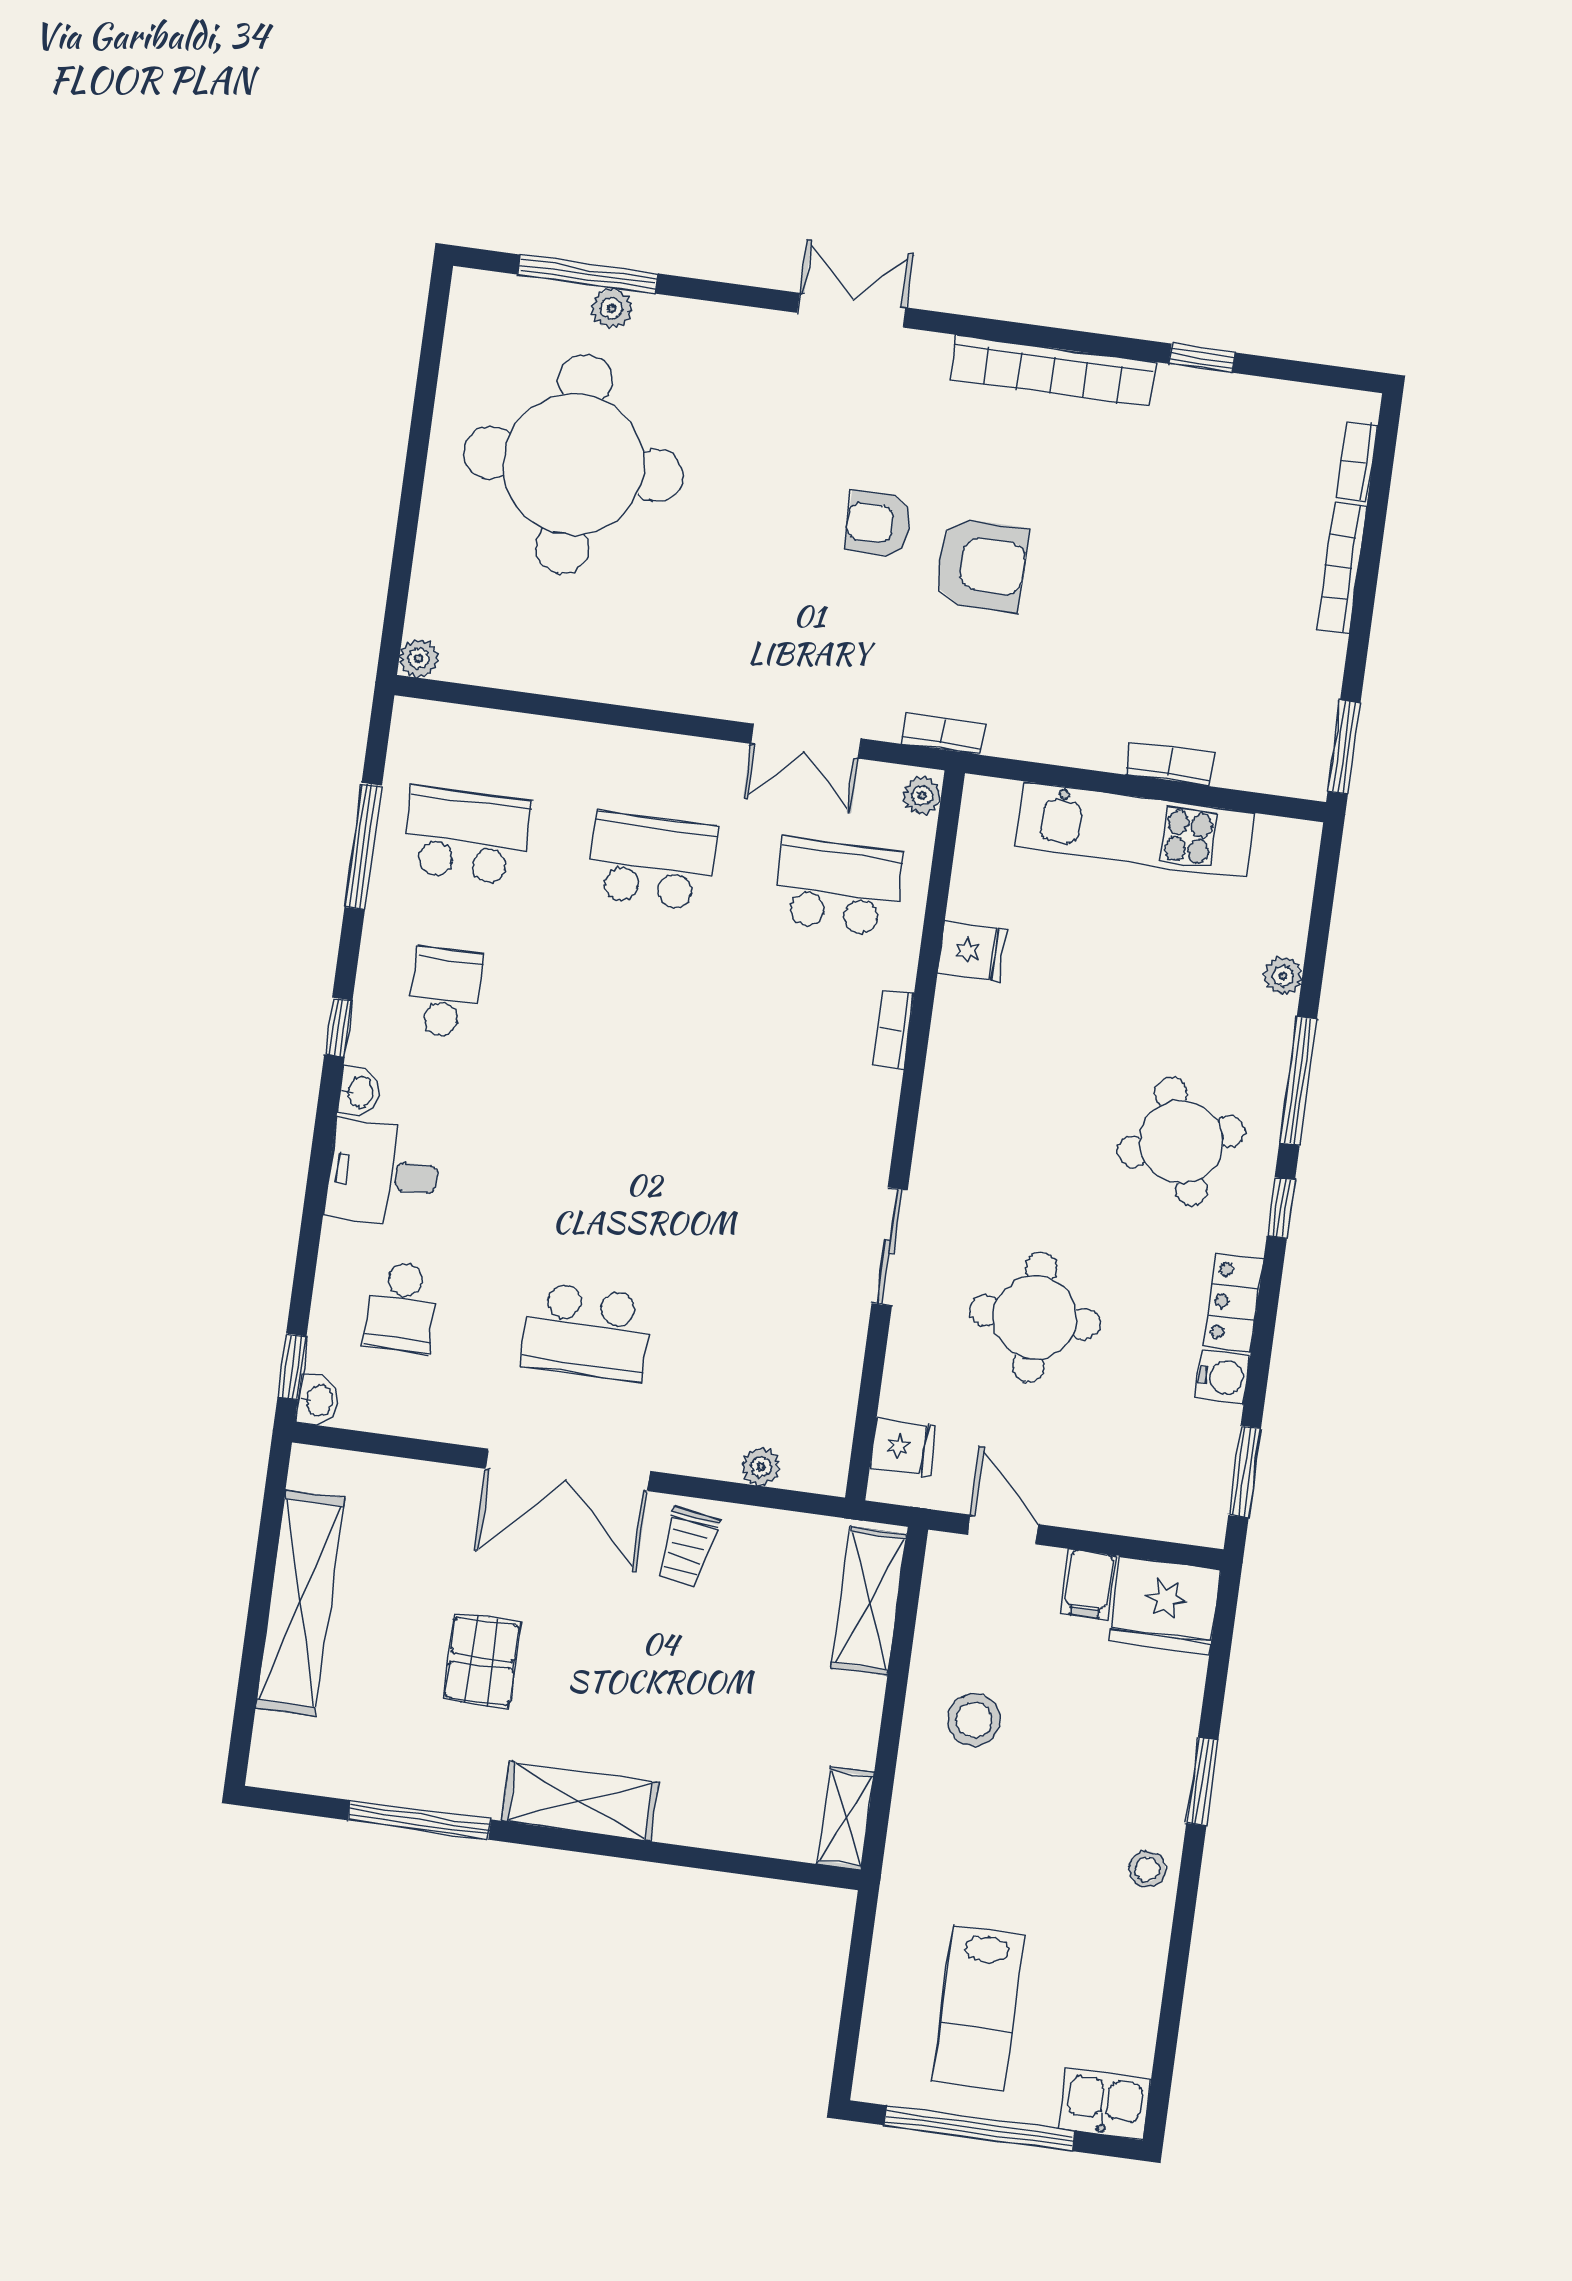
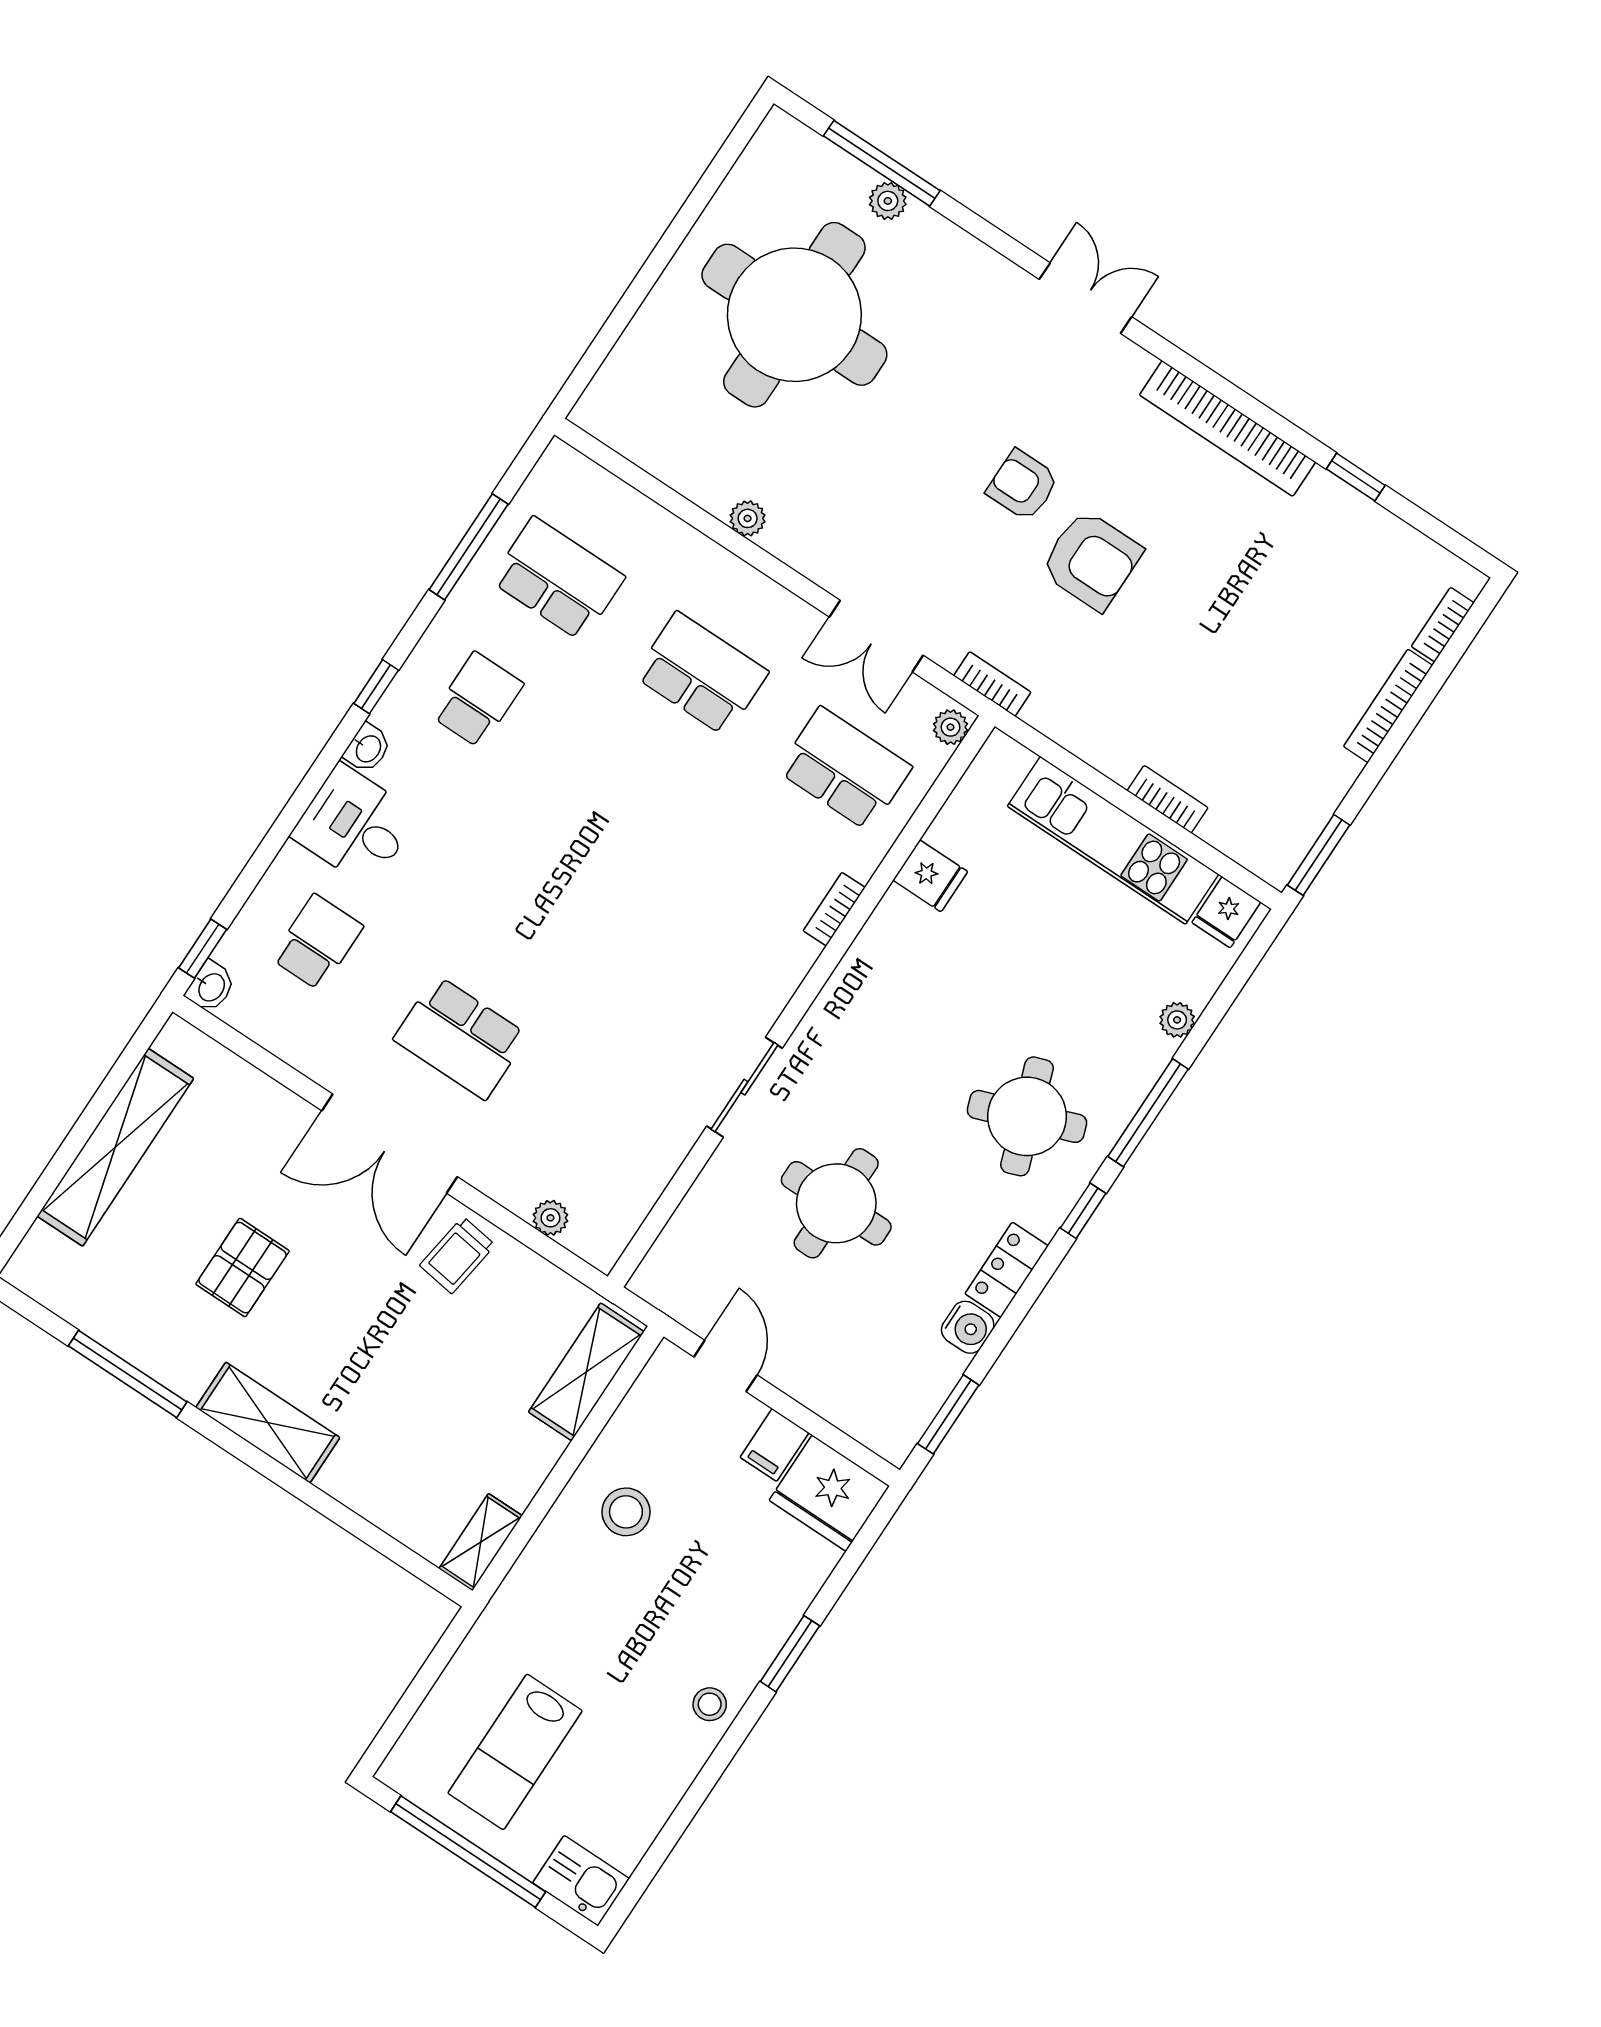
plant: (419, 658) -> (748, 518), moved
school desk: (402, 1306) -> (317, 942), turned 180
fridge: (903, 1447) -> (1226, 912), moved, turned 90

